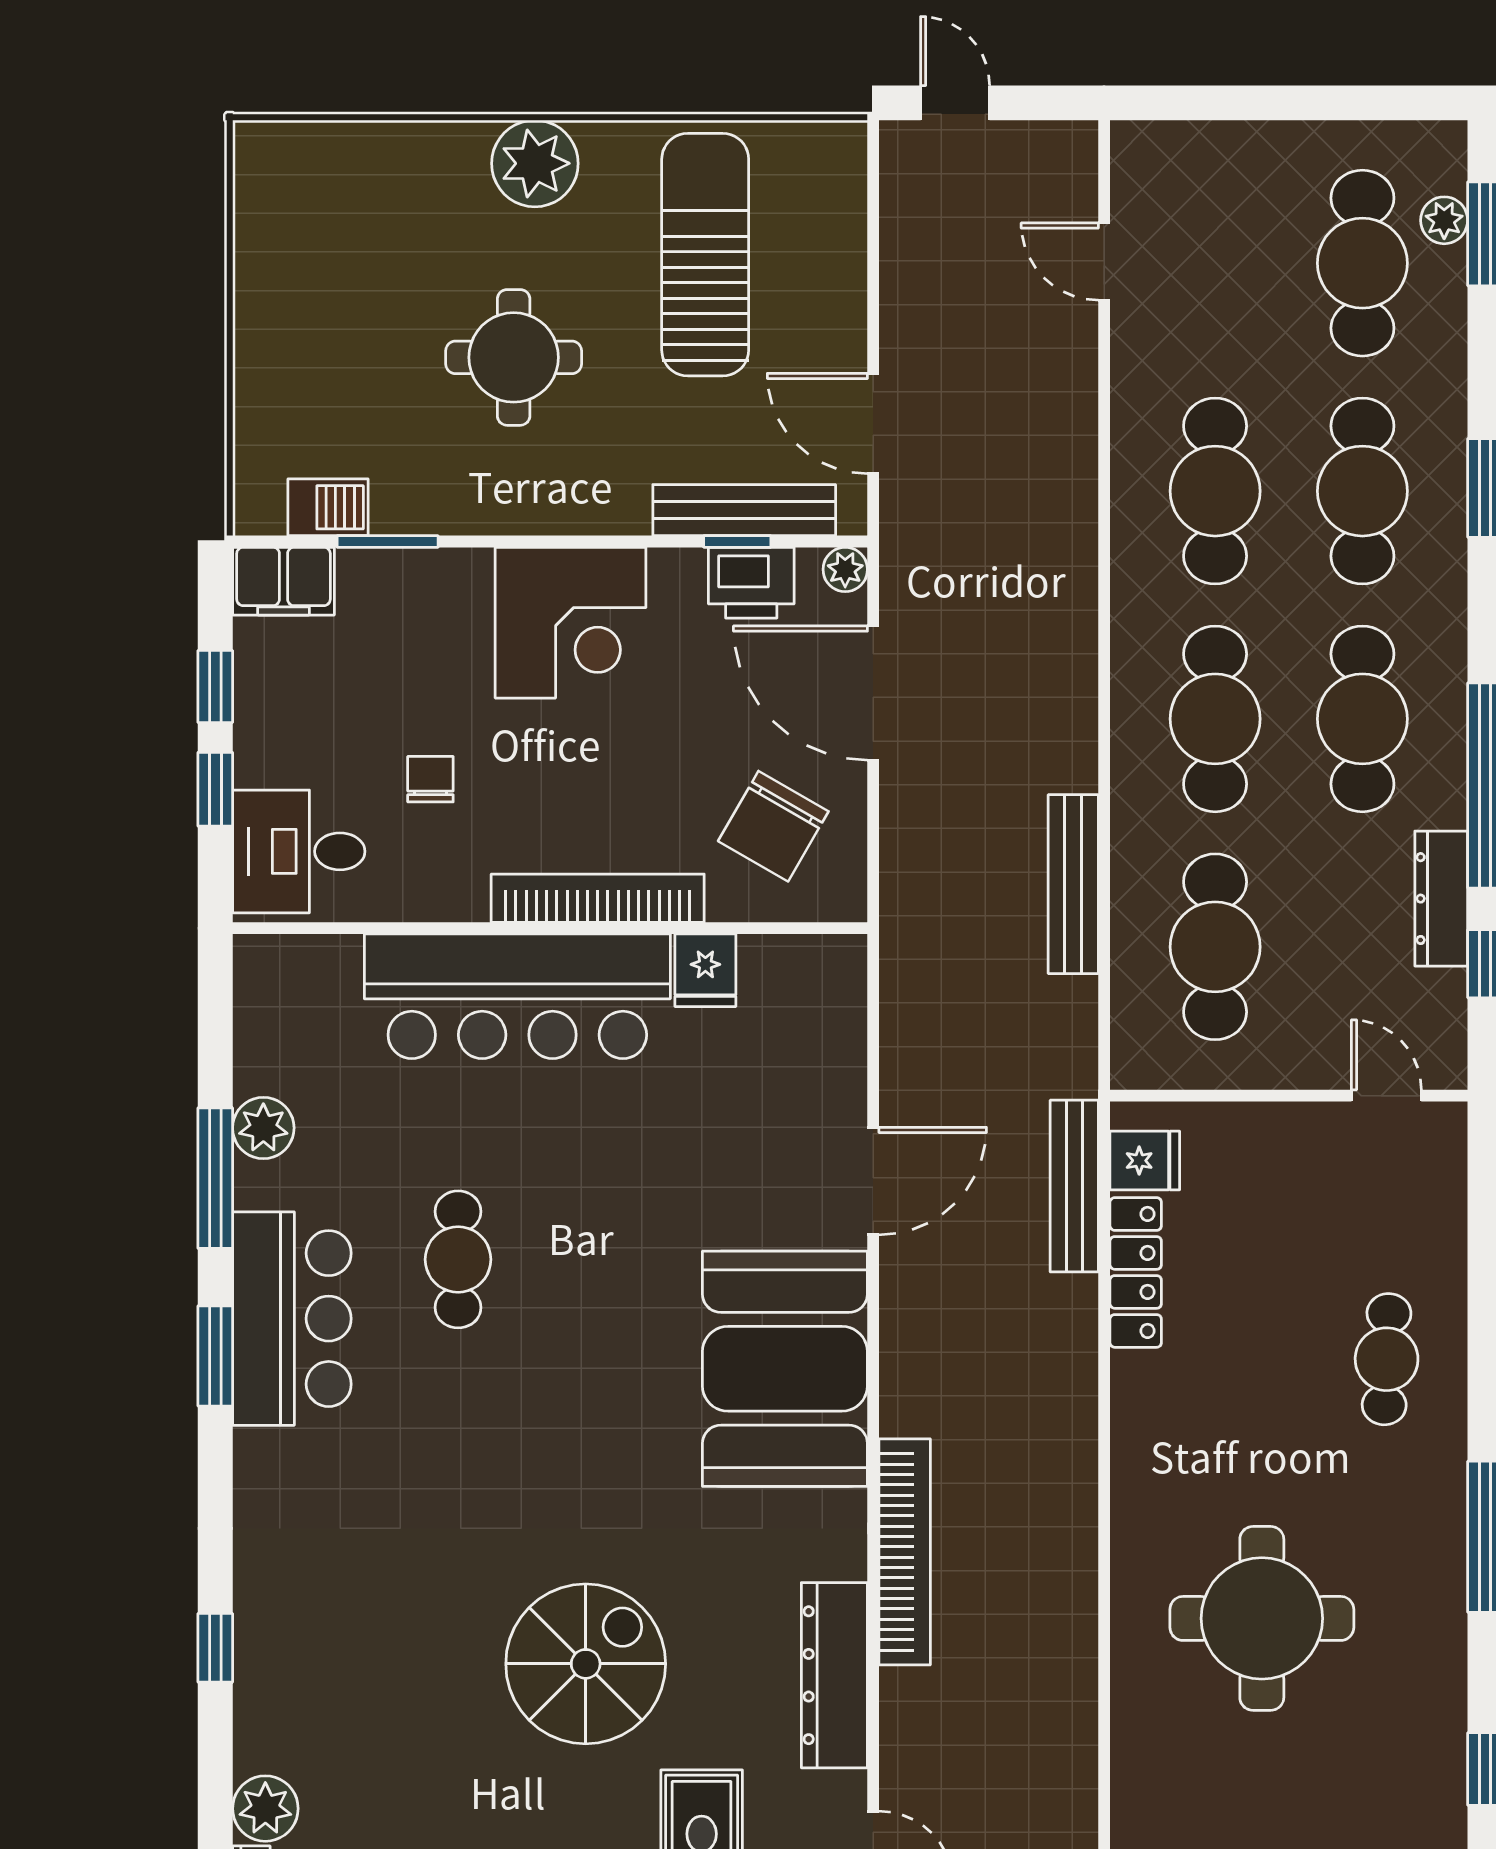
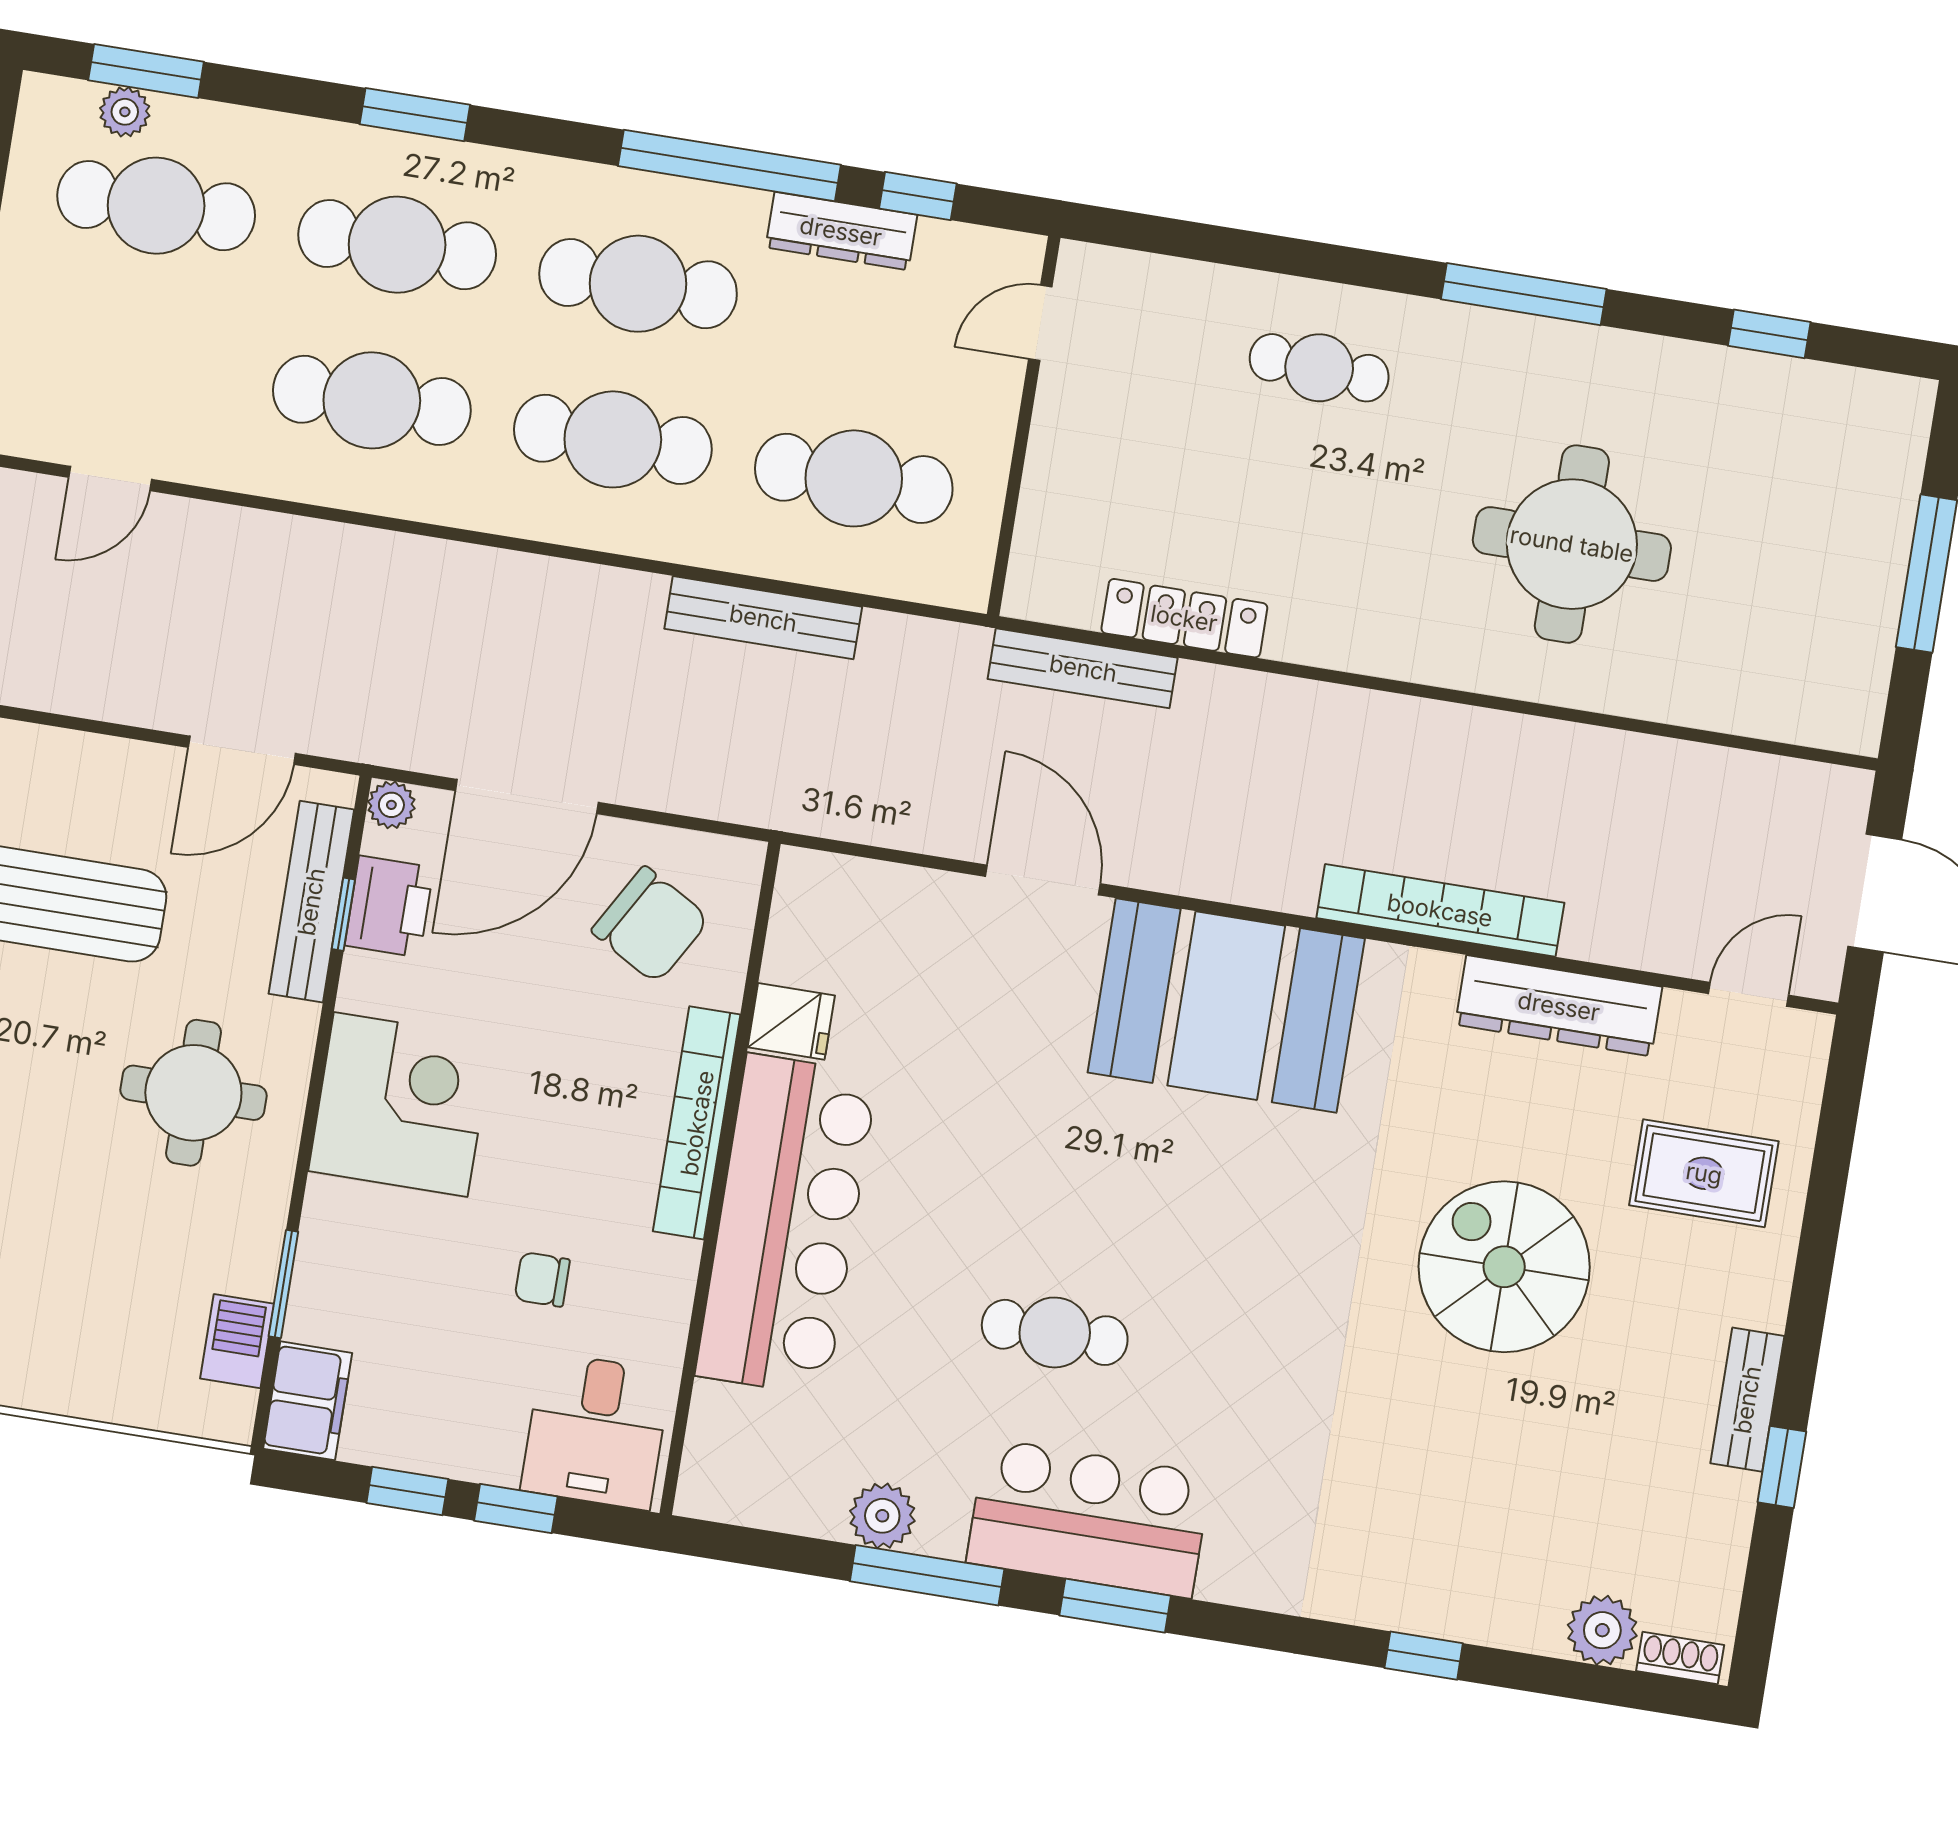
round table: (514, 357) -> (193, 1093), moved
fridge: (1145, 1161) -> (1068, 589), removed

